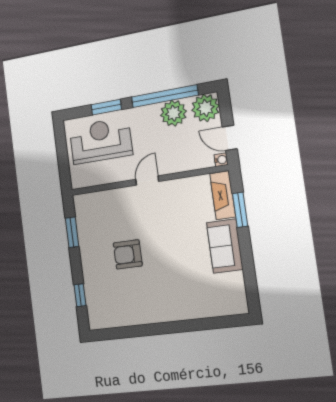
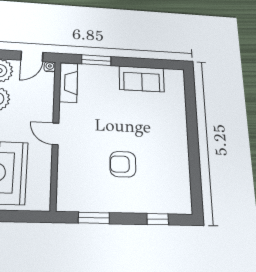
fireplace: (223, 195) -> (68, 83), moved, turned -90
sofa: (225, 246) -> (142, 79), moved
armchair: (128, 254) -> (123, 164), turned 90

